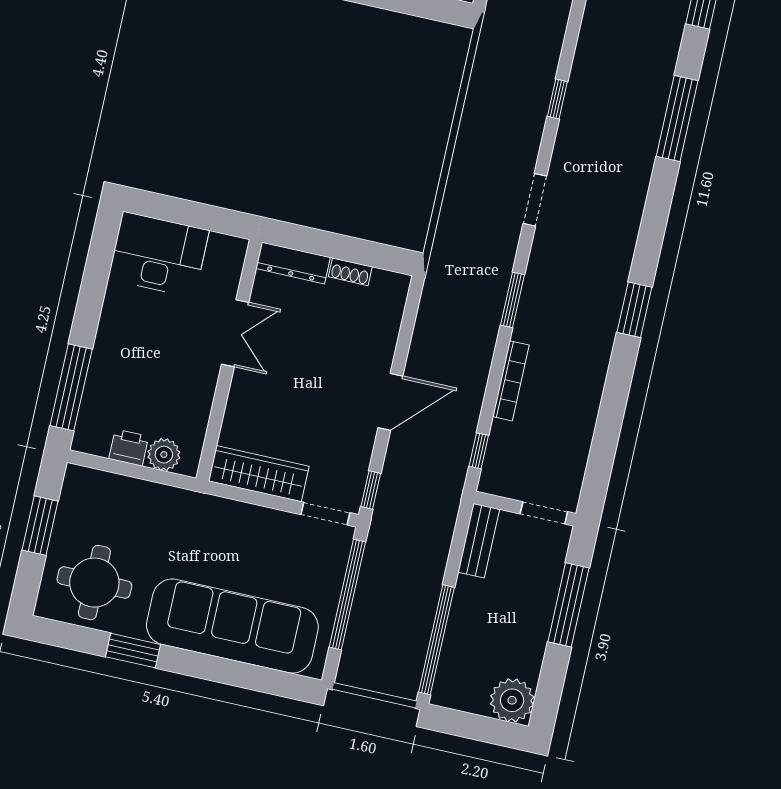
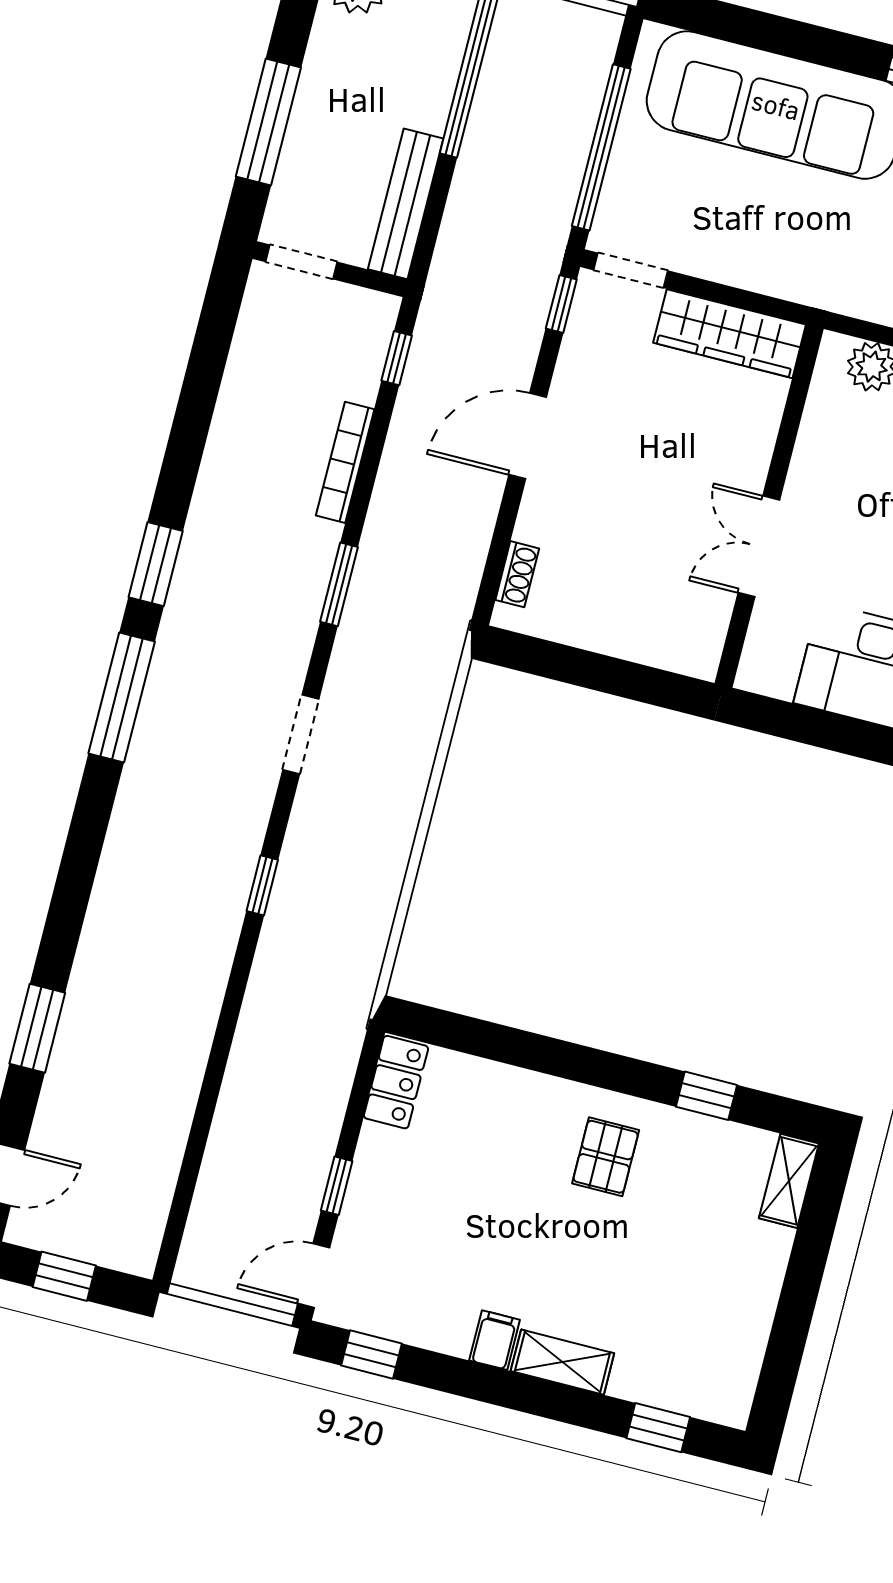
window: (677, 118) -> (122, 698), moved
dresser: (293, 263) -> (668, 650), removed
shoe rack: (350, 272) -> (517, 574), moved, turned 90
bench: (479, 541) -> (406, 204), width x1.36

